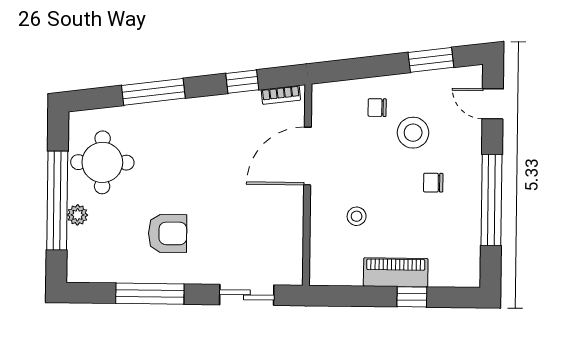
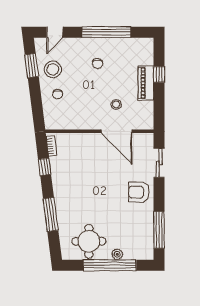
stool: (413, 133) -> (53, 69), moved
door: (307, 156) -> (117, 131), moved
armchair: (168, 233) -> (139, 192), moved, turned -90
window: (150, 294) -> (159, 230), moved

